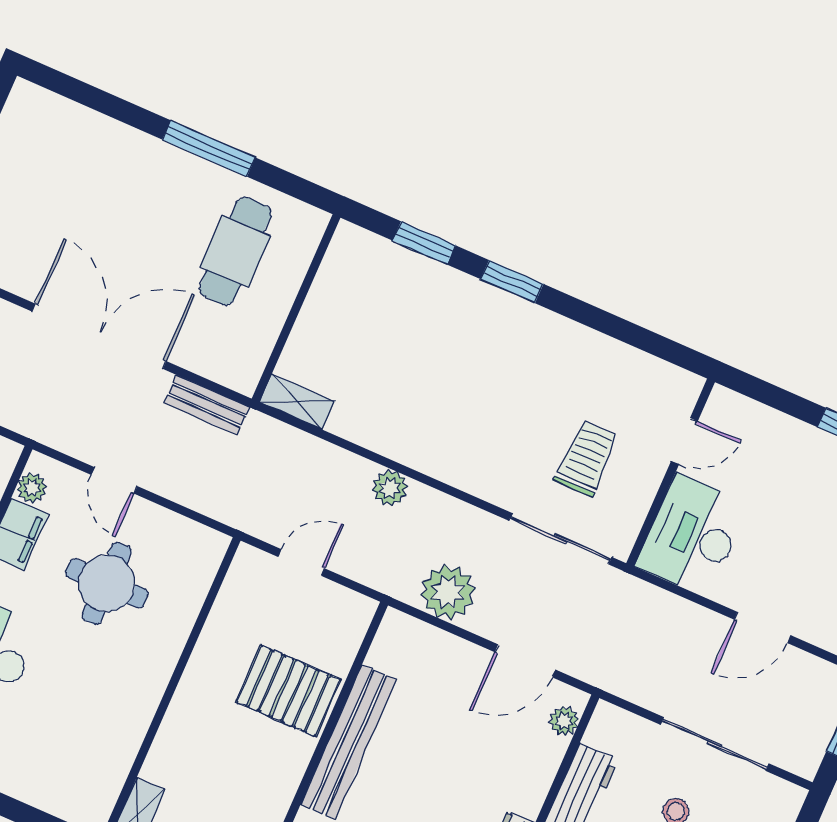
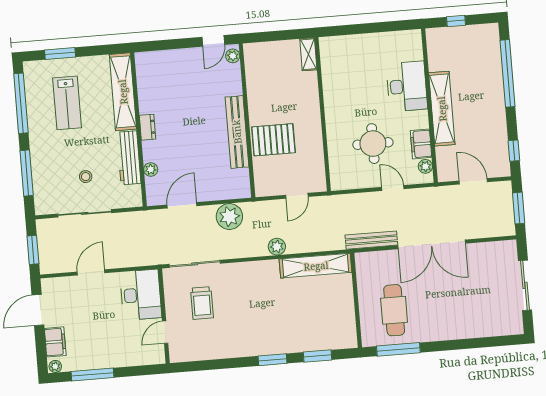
window: (209, 148) -> (398, 349), moved
shelving: (297, 402) -> (316, 266), width x2.20, depth x1.33
bench: (207, 405) -> (371, 240), width x1.36
plant: (564, 721) -> (151, 169), moved

